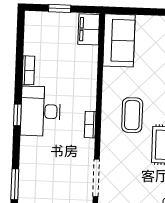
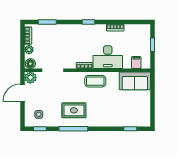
filing cabinet: (89, 29) -> (136, 63), width x0.50
desk: (40, 111) -> (108, 57), moved, turned 180
coffee table: (132, 115) -> (95, 81), moved

